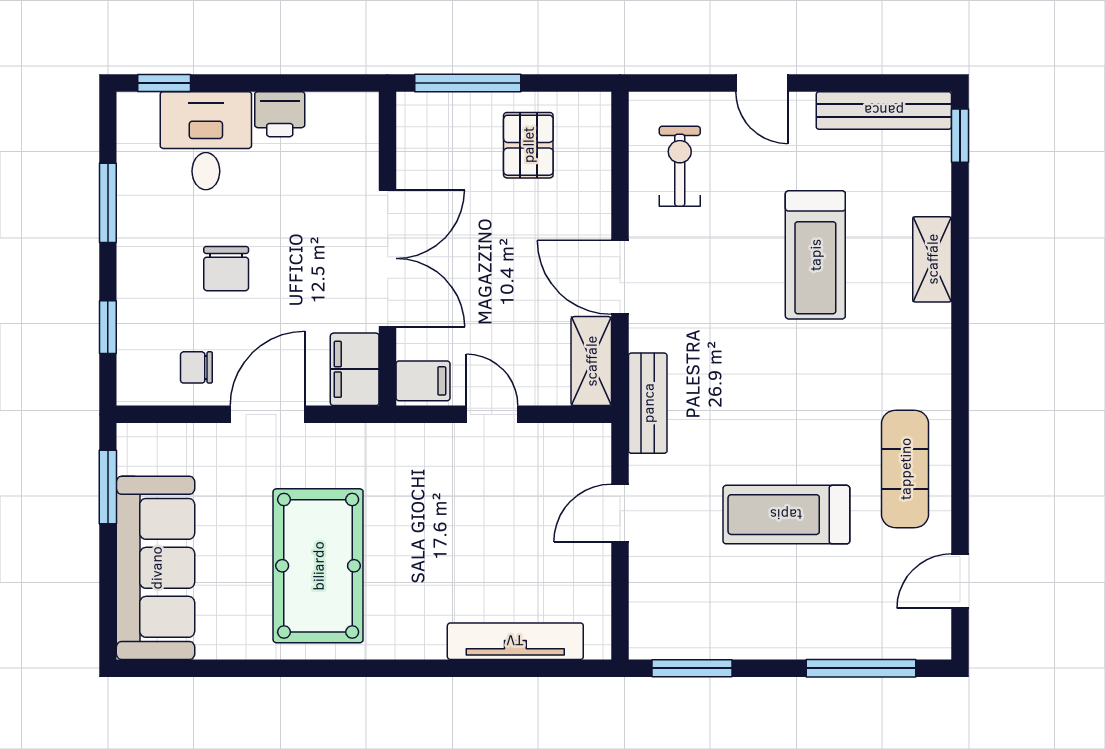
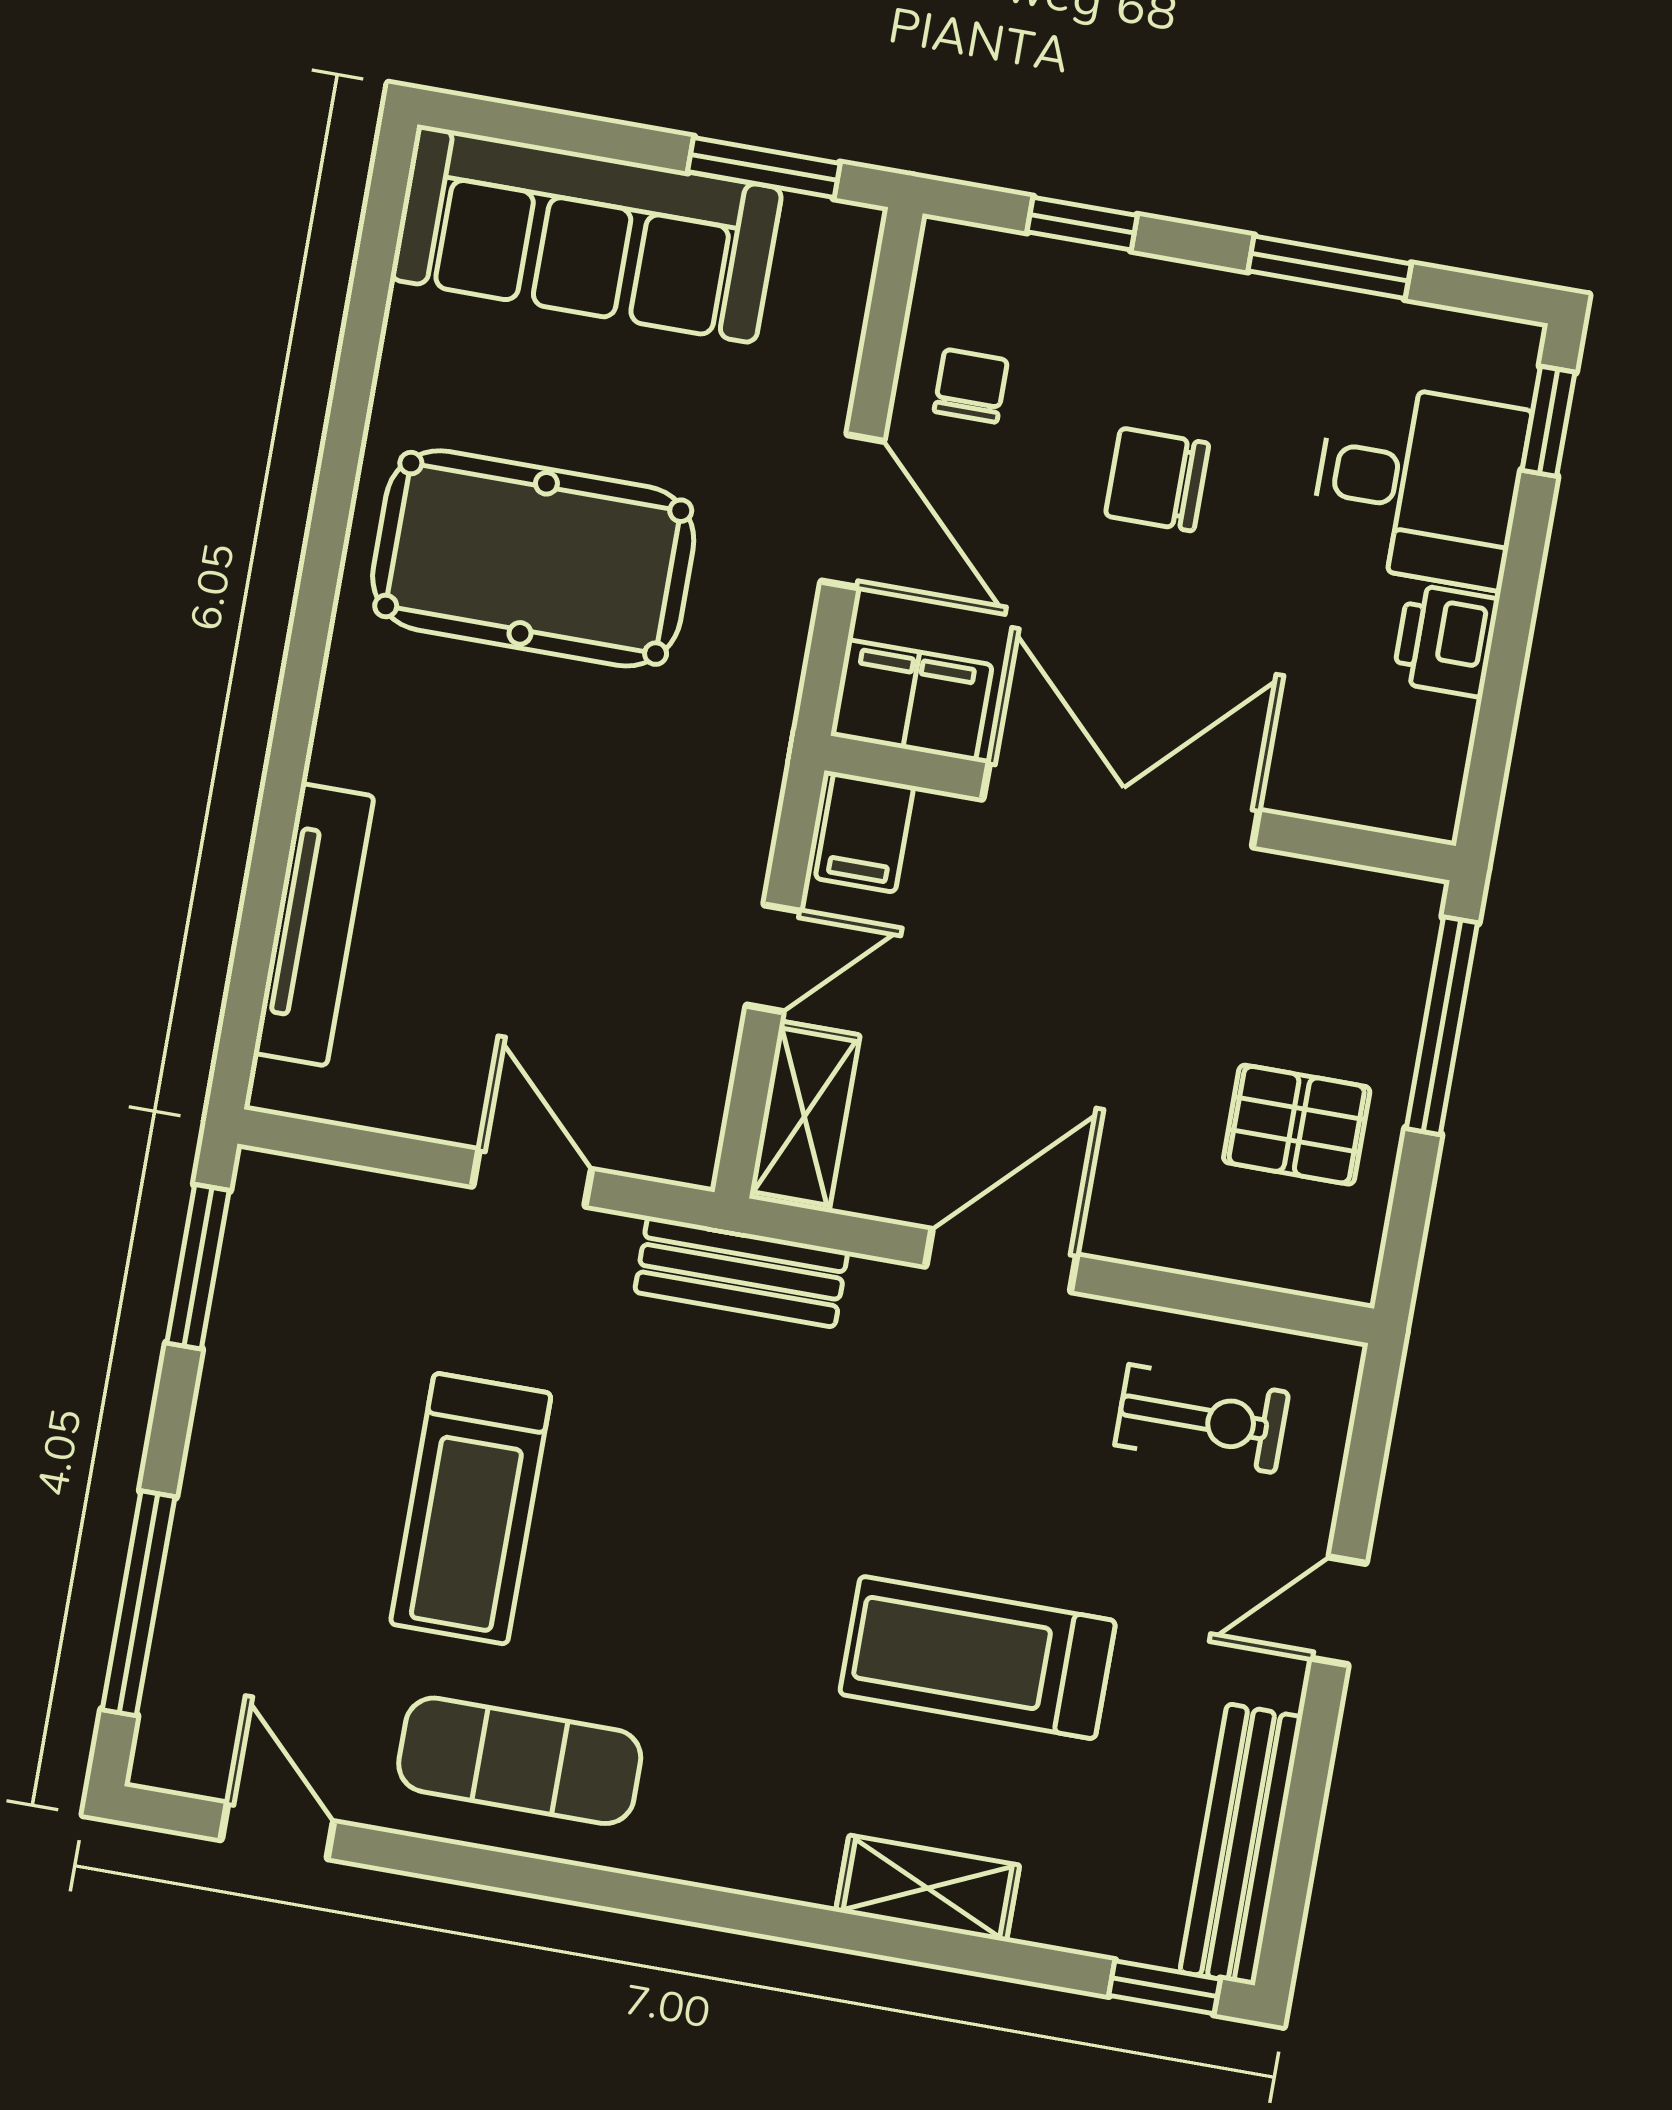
double door: (388, 258) -> (1121, 805), swing flipped
shelving: (591, 361) -> (805, 1117), moved, turned 90
treadmill: (786, 515) -> (471, 1509), turned 180

